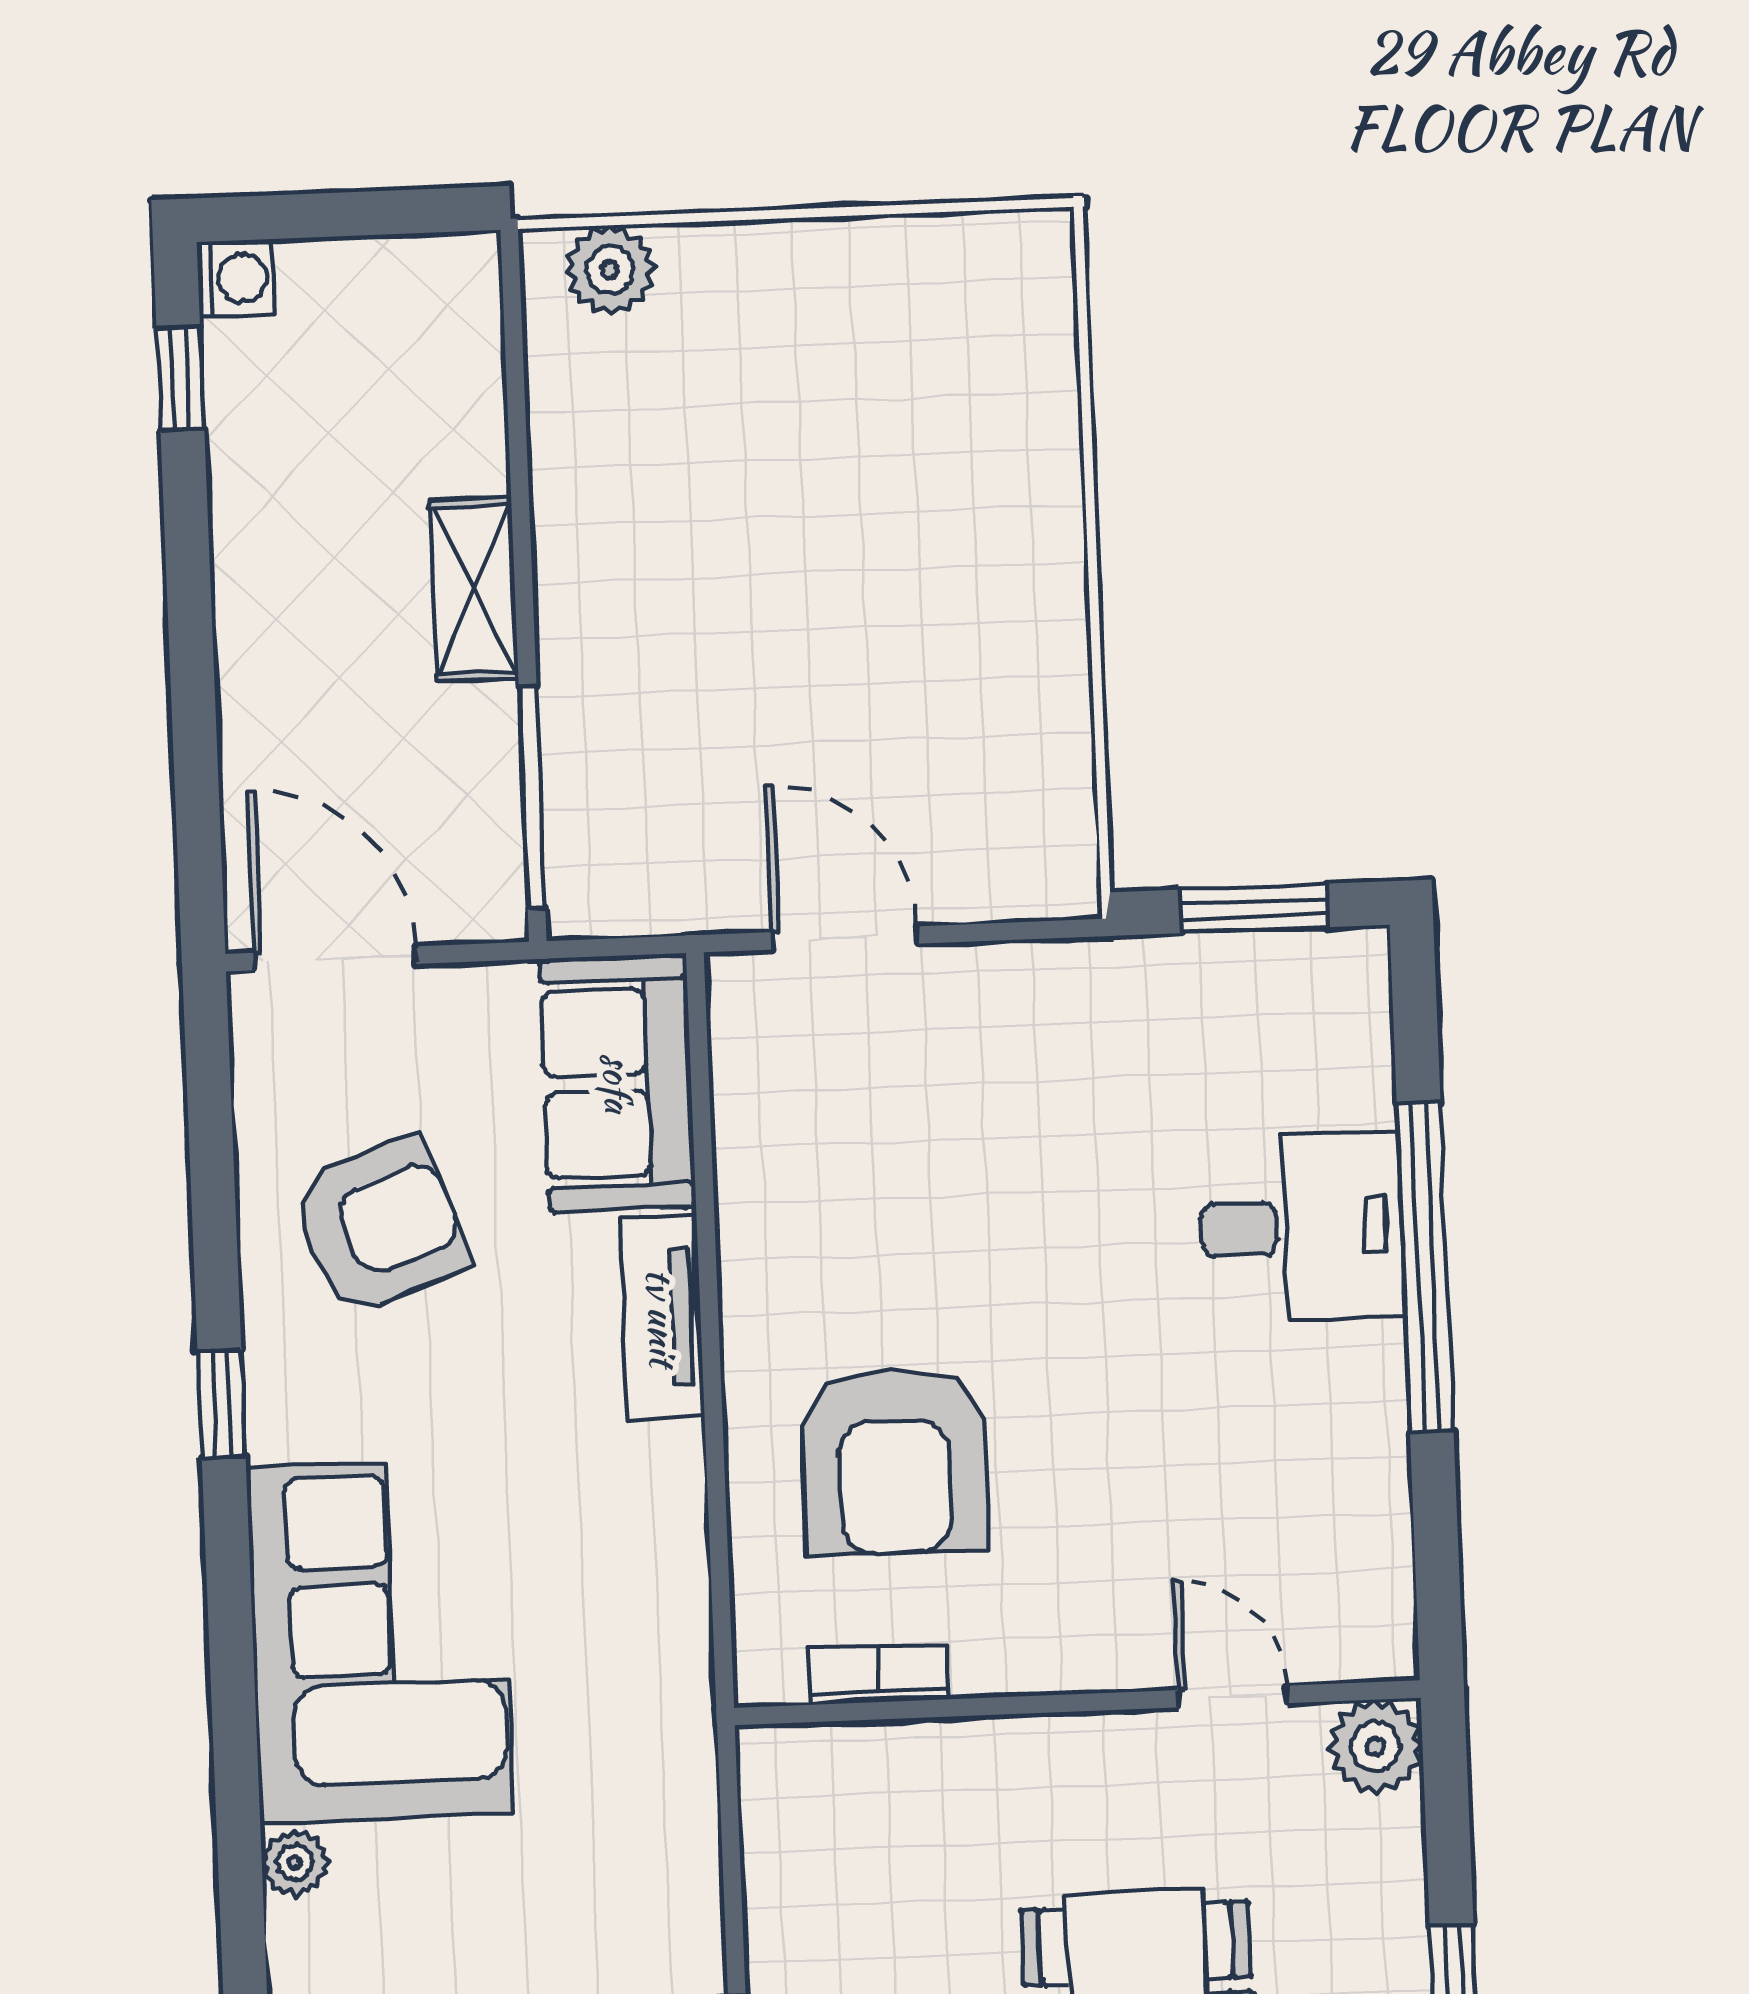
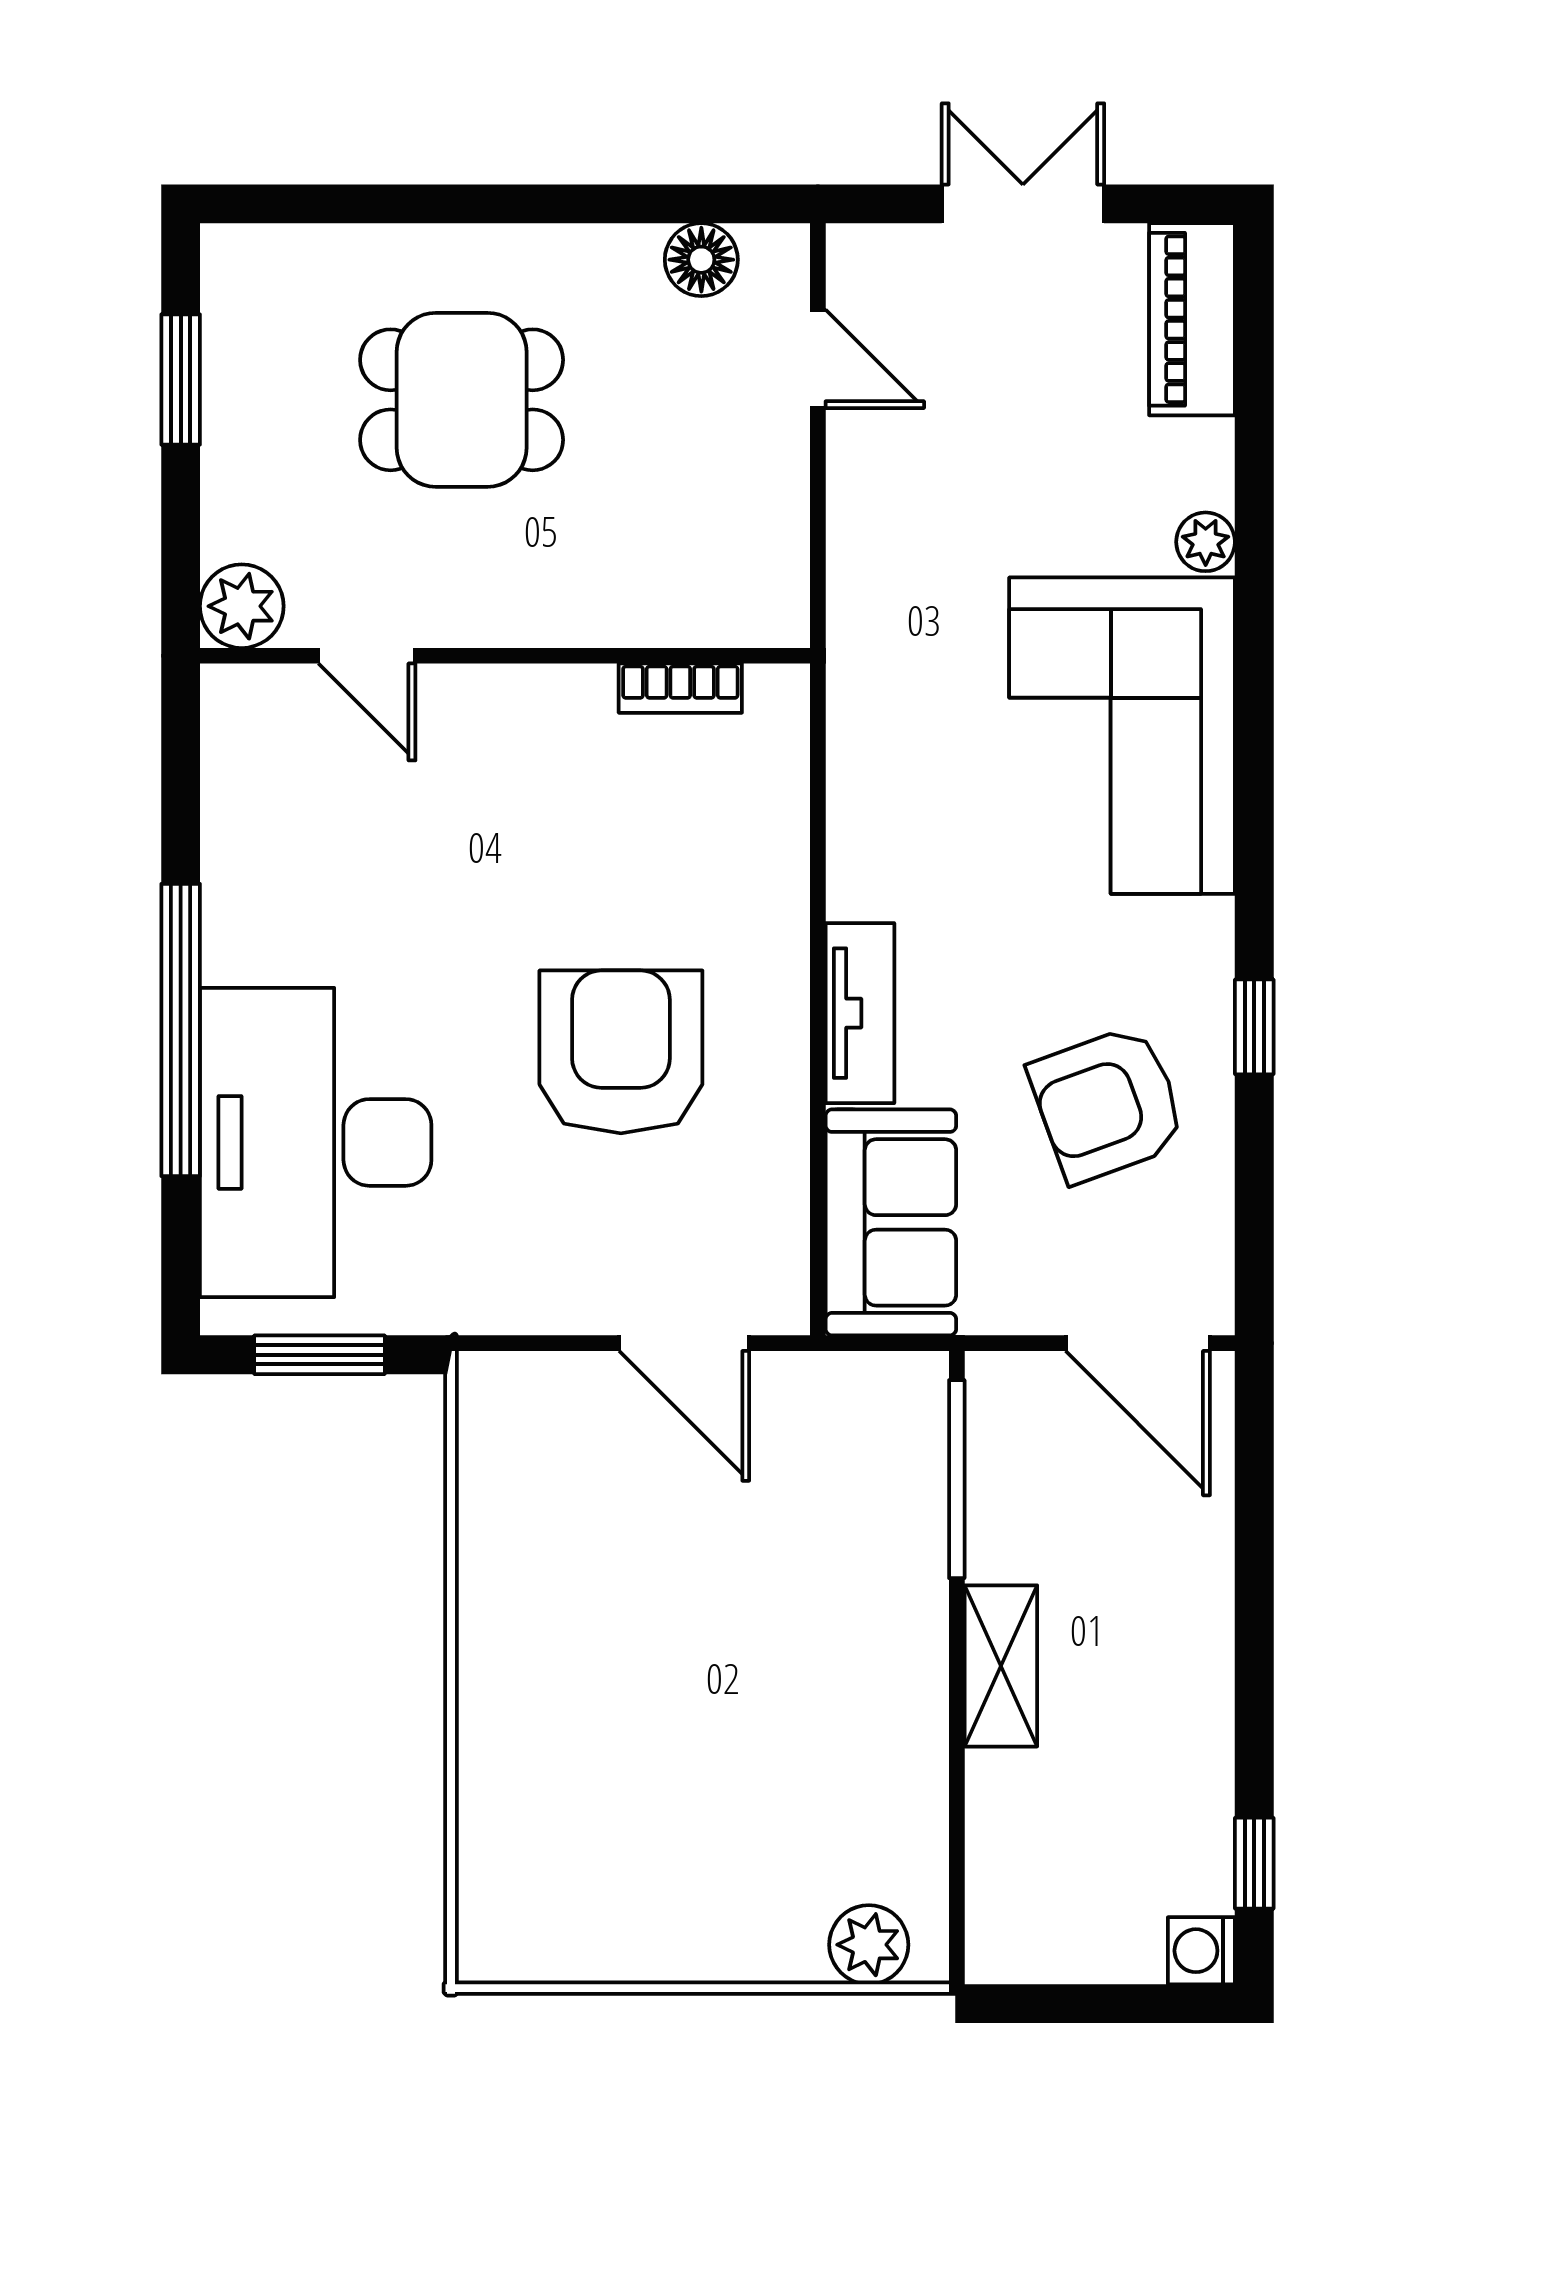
desk: (1301, 1227) -> (316, 1142), width x1.87, depth x1.30
window: (221, 1404) -> (1254, 1027), moved
armchair: (895, 1461) -> (621, 1052), moved

